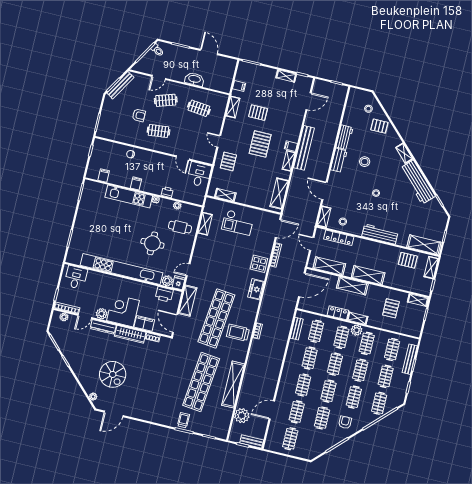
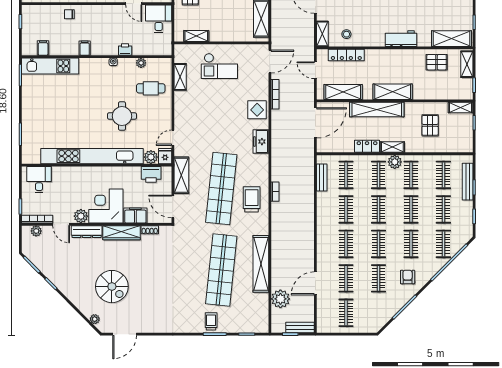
kitchen unit: (129, 196) -> (50, 66), moved
workbench: (380, 234) -> (401, 39), width x0.73
shelving: (352, 286) -> (377, 109), width x1.47
door: (85, 316) -> (61, 224), hinge flipped
trolley: (238, 333) -> (252, 199), turned 90

